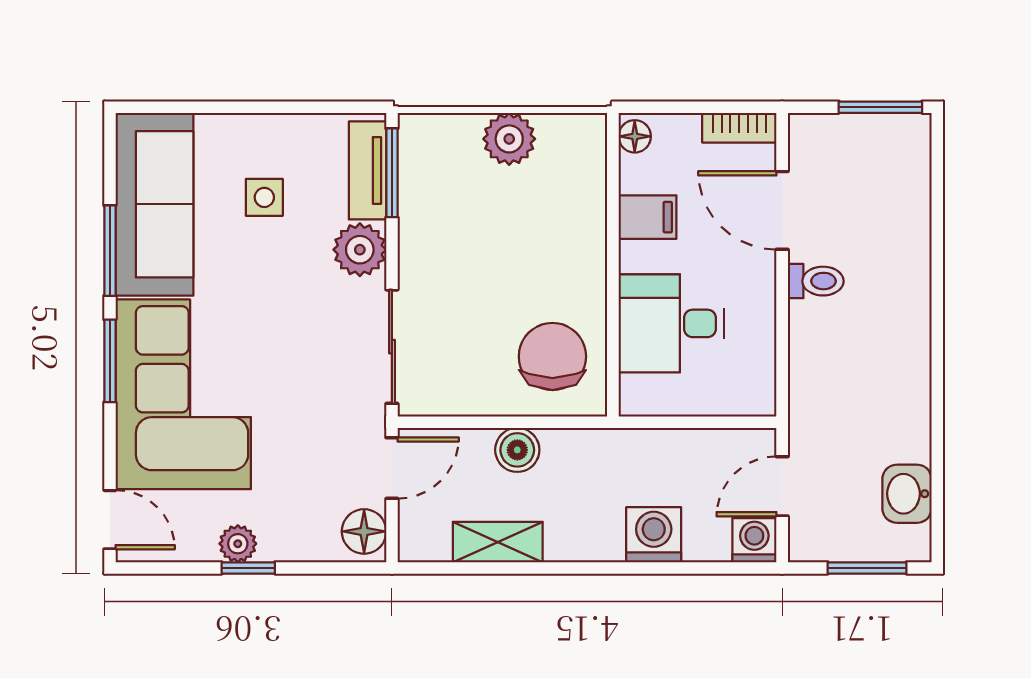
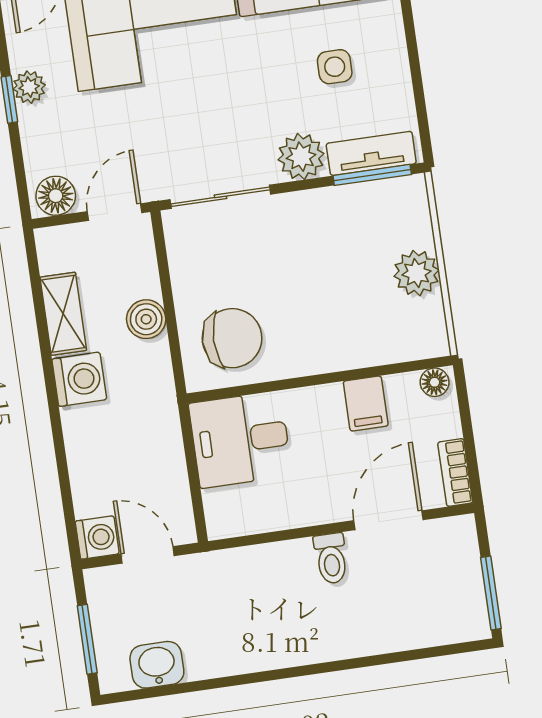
desk: (671, 323) -> (240, 440), moved, turned -90
door: (392, 468) -> (115, 212), swing flipped
washing machine: (654, 535) -> (79, 379), moved

